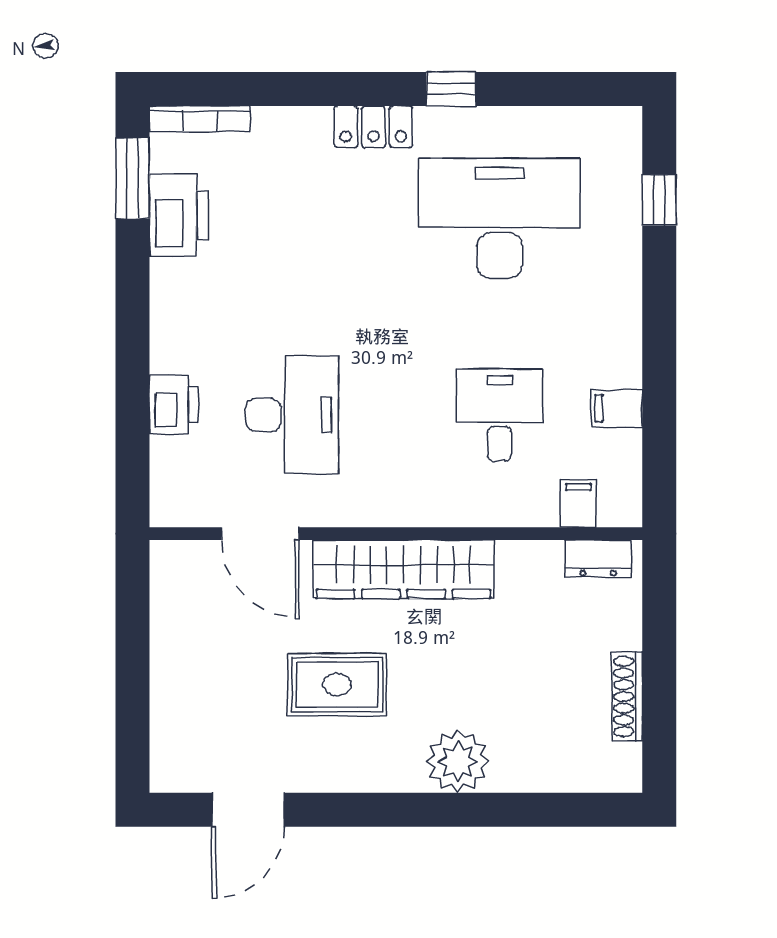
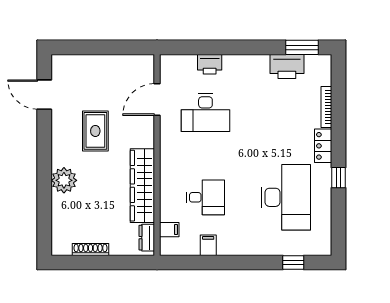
bookcase: (200, 119) -> (326, 107), moved
wardrobe: (403, 569) -> (142, 186), moved

